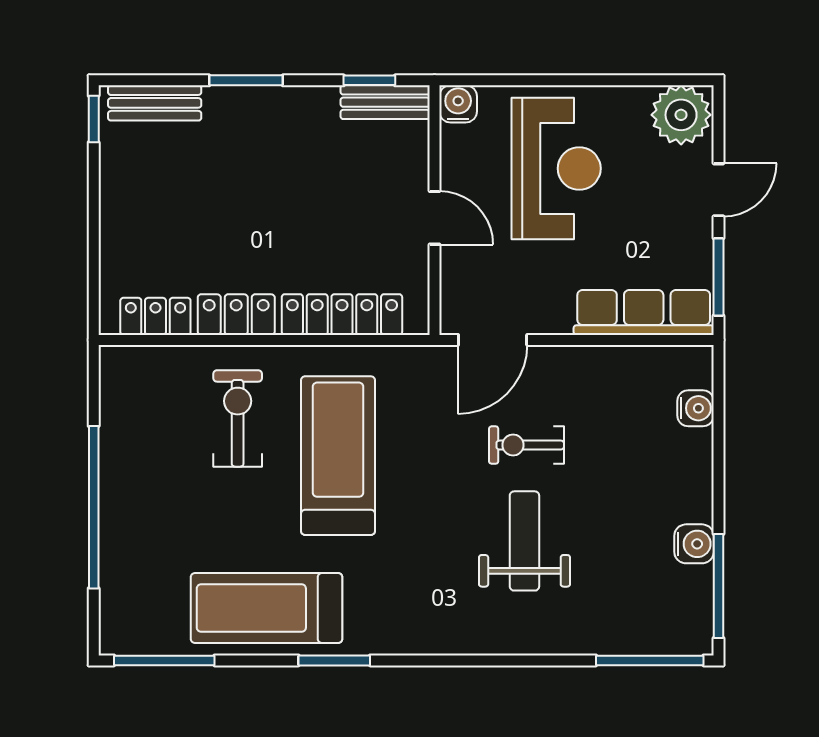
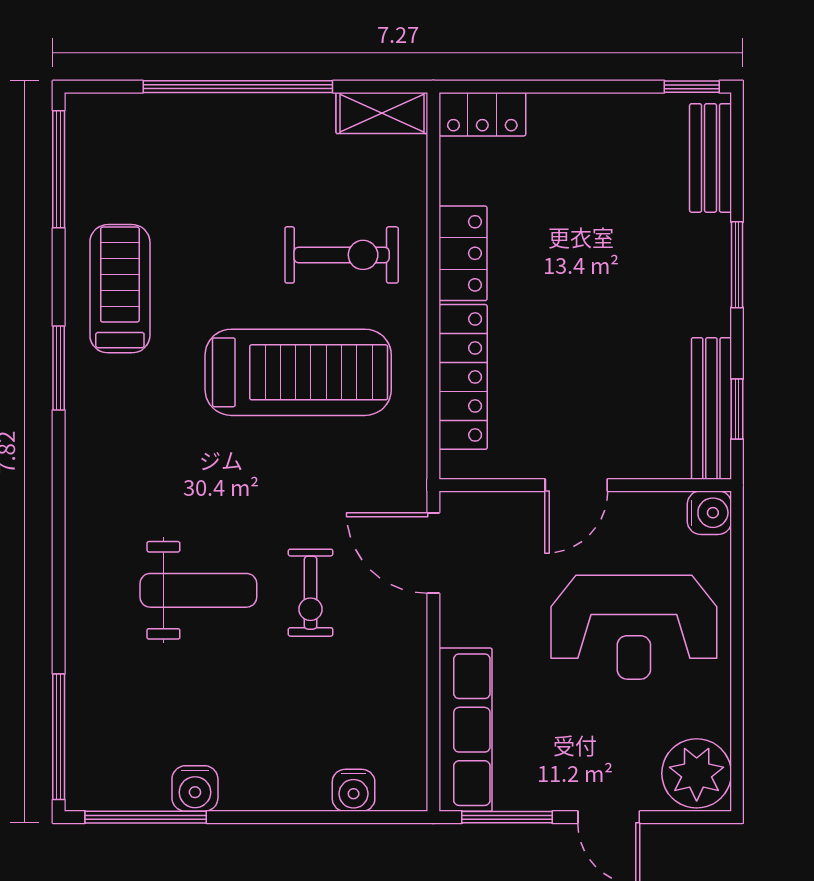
bench: (385, 102) -> (711, 408), width x1.36
locker: (155, 316) -> (482, 114), moved, turned 90
shelving: (116, 384) -> (382, 113), added
exercise bike: (526, 445) -> (311, 593), turned 180
treadmill: (266, 608) -> (120, 289), width x0.73, depth x0.73

